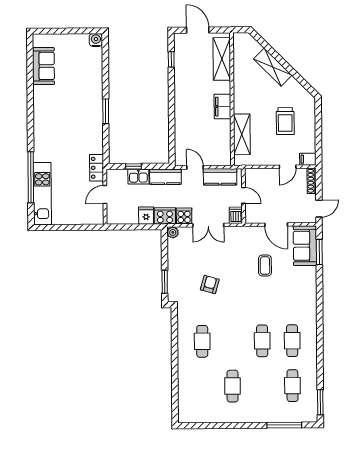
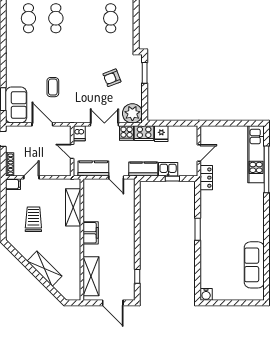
sofa: (43, 66) -> (254, 265), width x1.36
plant: (173, 232) -> (132, 113), width x1.87, depth x1.87
armchair: (210, 285) -> (112, 78), moved, turned 53

